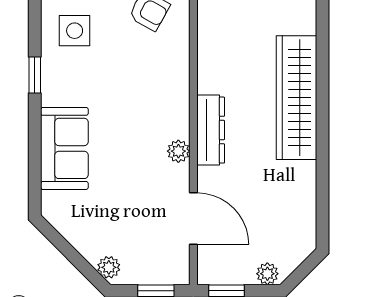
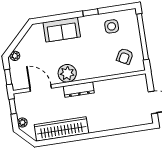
wardrobe: (297, 98) -> (61, 129), moved
plant: (178, 151) -> (67, 73), width x1.87, depth x1.87
door: (193, 219) -> (41, 88), swing flipped

